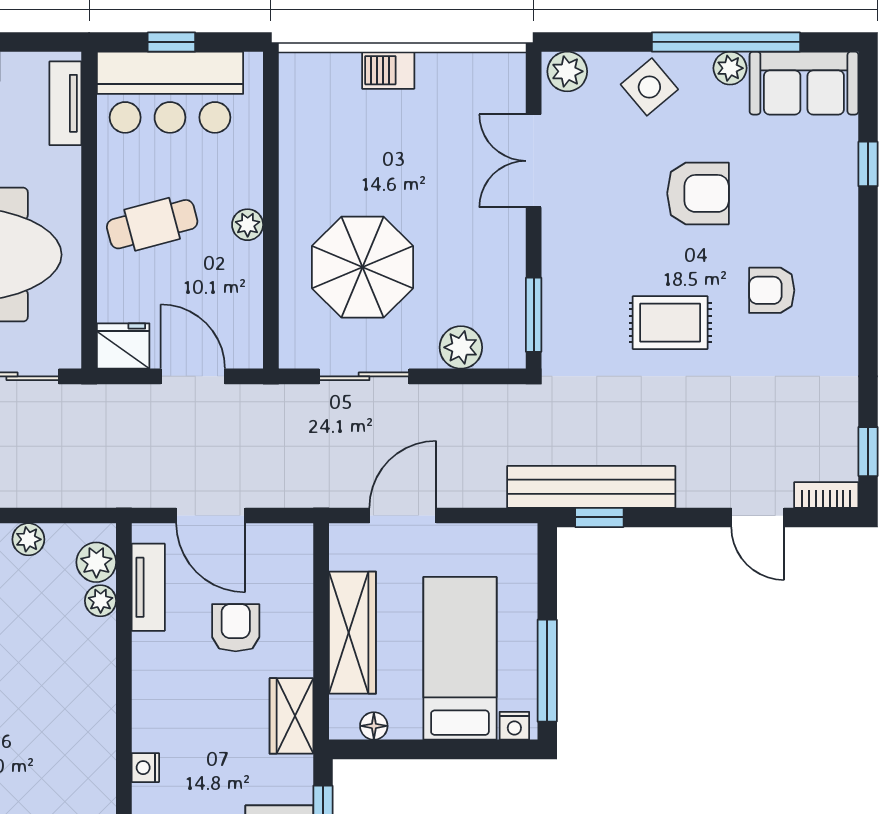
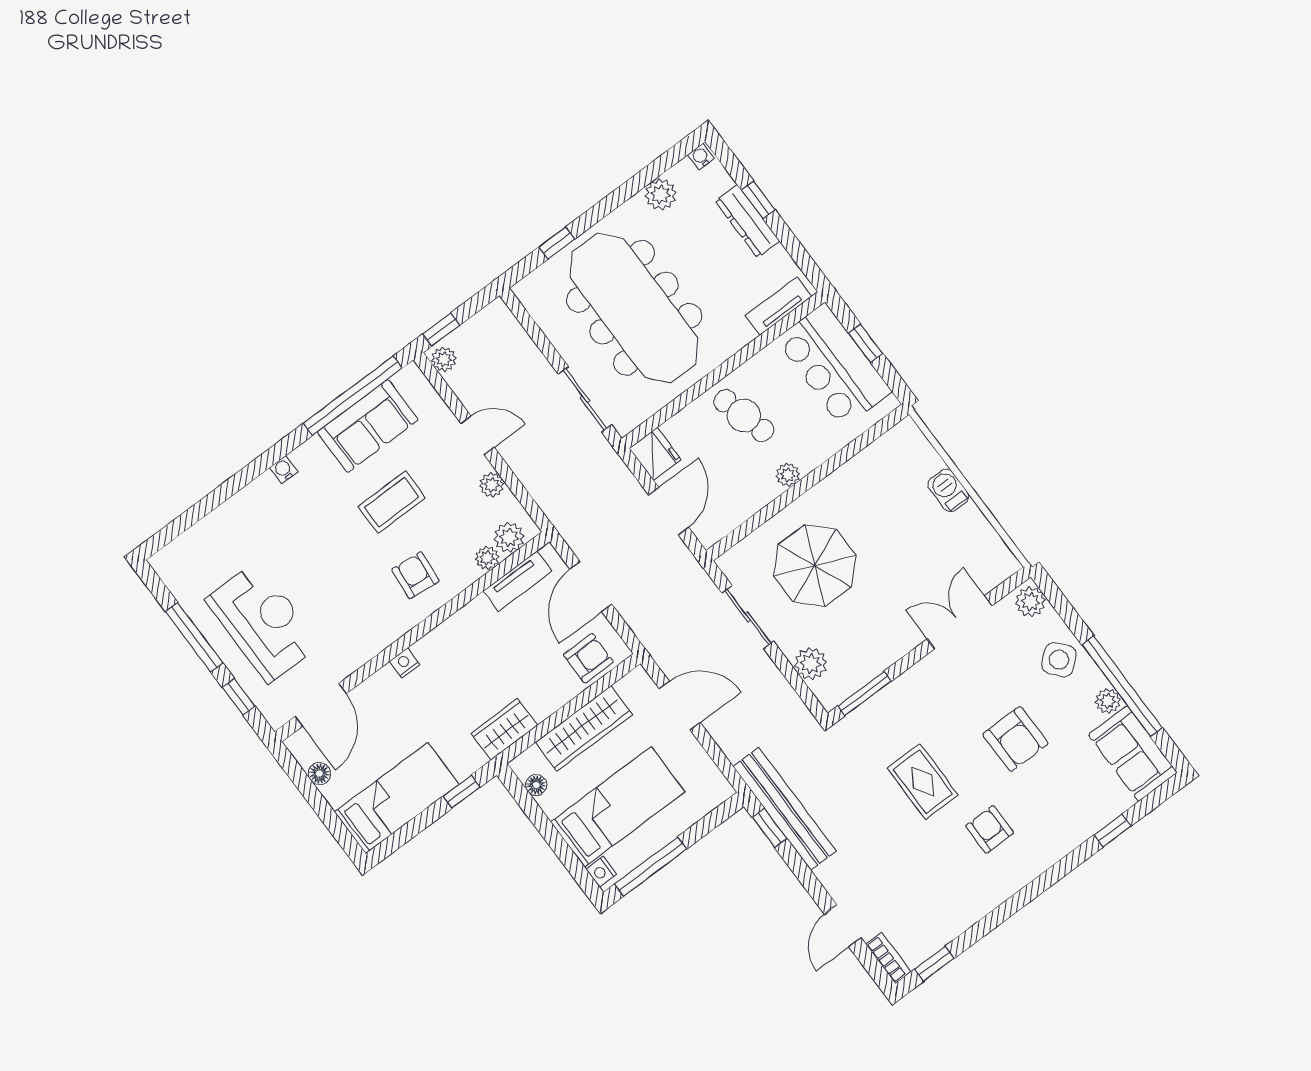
armchair: (236, 628) -> (588, 658), moved
armchair: (63, 688) -> (415, 575), added

